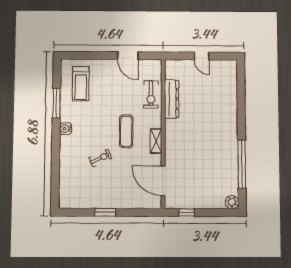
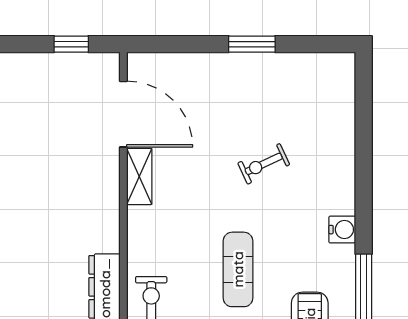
exercise mat: (126, 131) -> (238, 269), moved
shelving: (156, 141) -> (139, 177), moved

